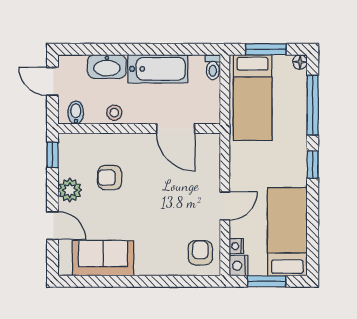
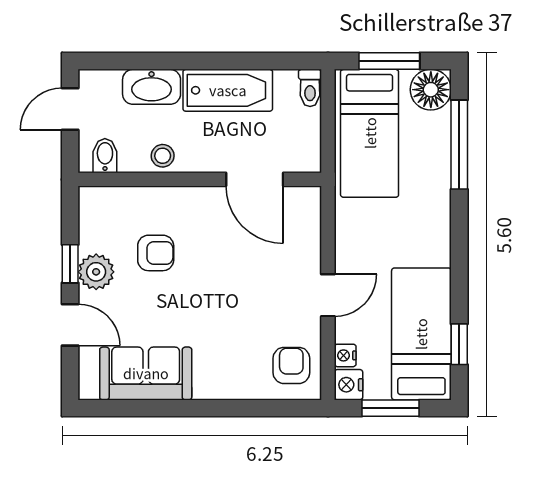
floor lamp: (300, 62) -> (431, 90), width x1.89, depth x1.89
door: (52, 81) -> (70, 109), hinge flipped
window: (52, 155) -> (70, 264), moved
window: (313, 165) -> (459, 344), moved
armchair: (110, 178) -> (156, 253), turned 180

